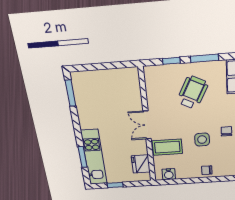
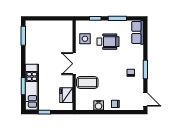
wheelchair: (192, 93) -> (108, 42), turned 63
side table: (202, 140) -> (85, 39), moved
water cooler: (169, 174) -> (99, 105), moved

